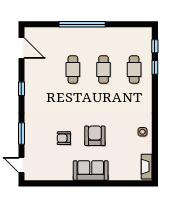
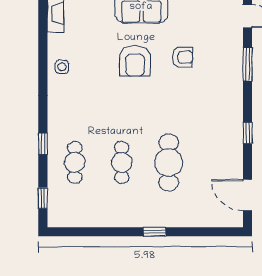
window: (82, 24) -> (154, 232), width x0.32
window: (155, 67) -> (43, 144), moved
cafe table: (73, 69) -> (169, 162), width x1.37, depth x1.35

